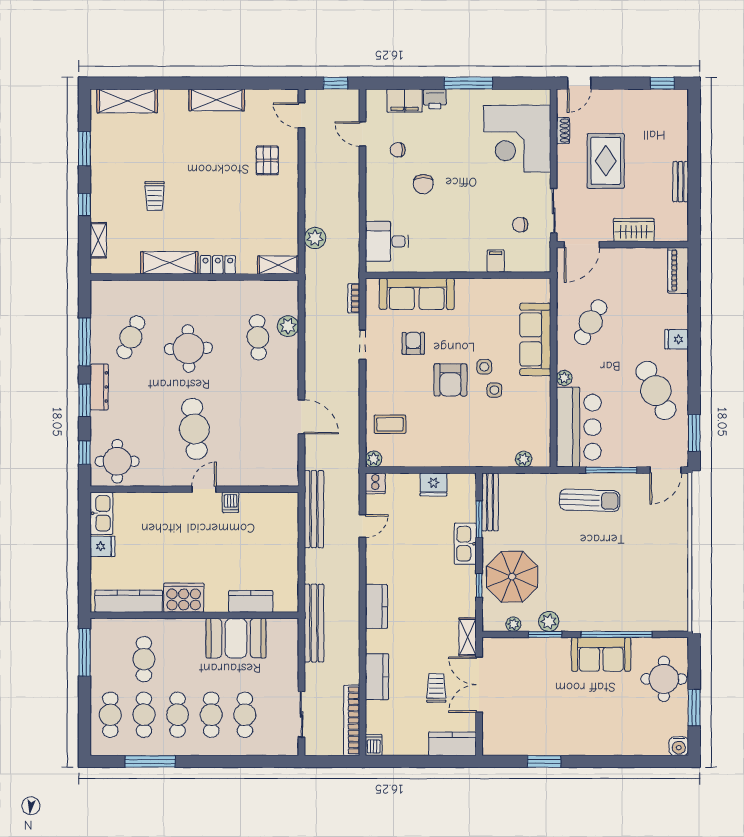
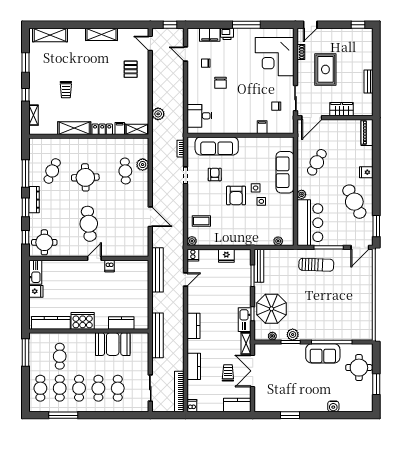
filing cabinet: (248, 263) -> (120, 128), added
kitchen sink: (465, 544) -> (245, 320), moved
water cooler: (679, 746) -> (333, 406), moved

